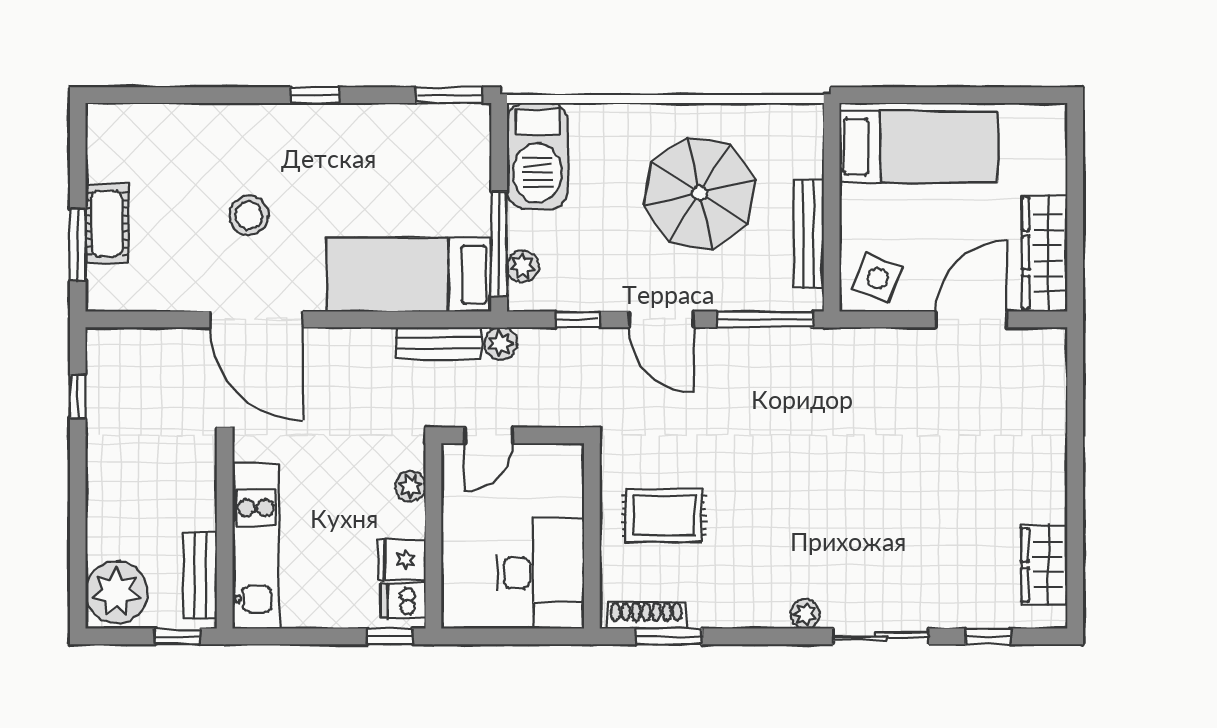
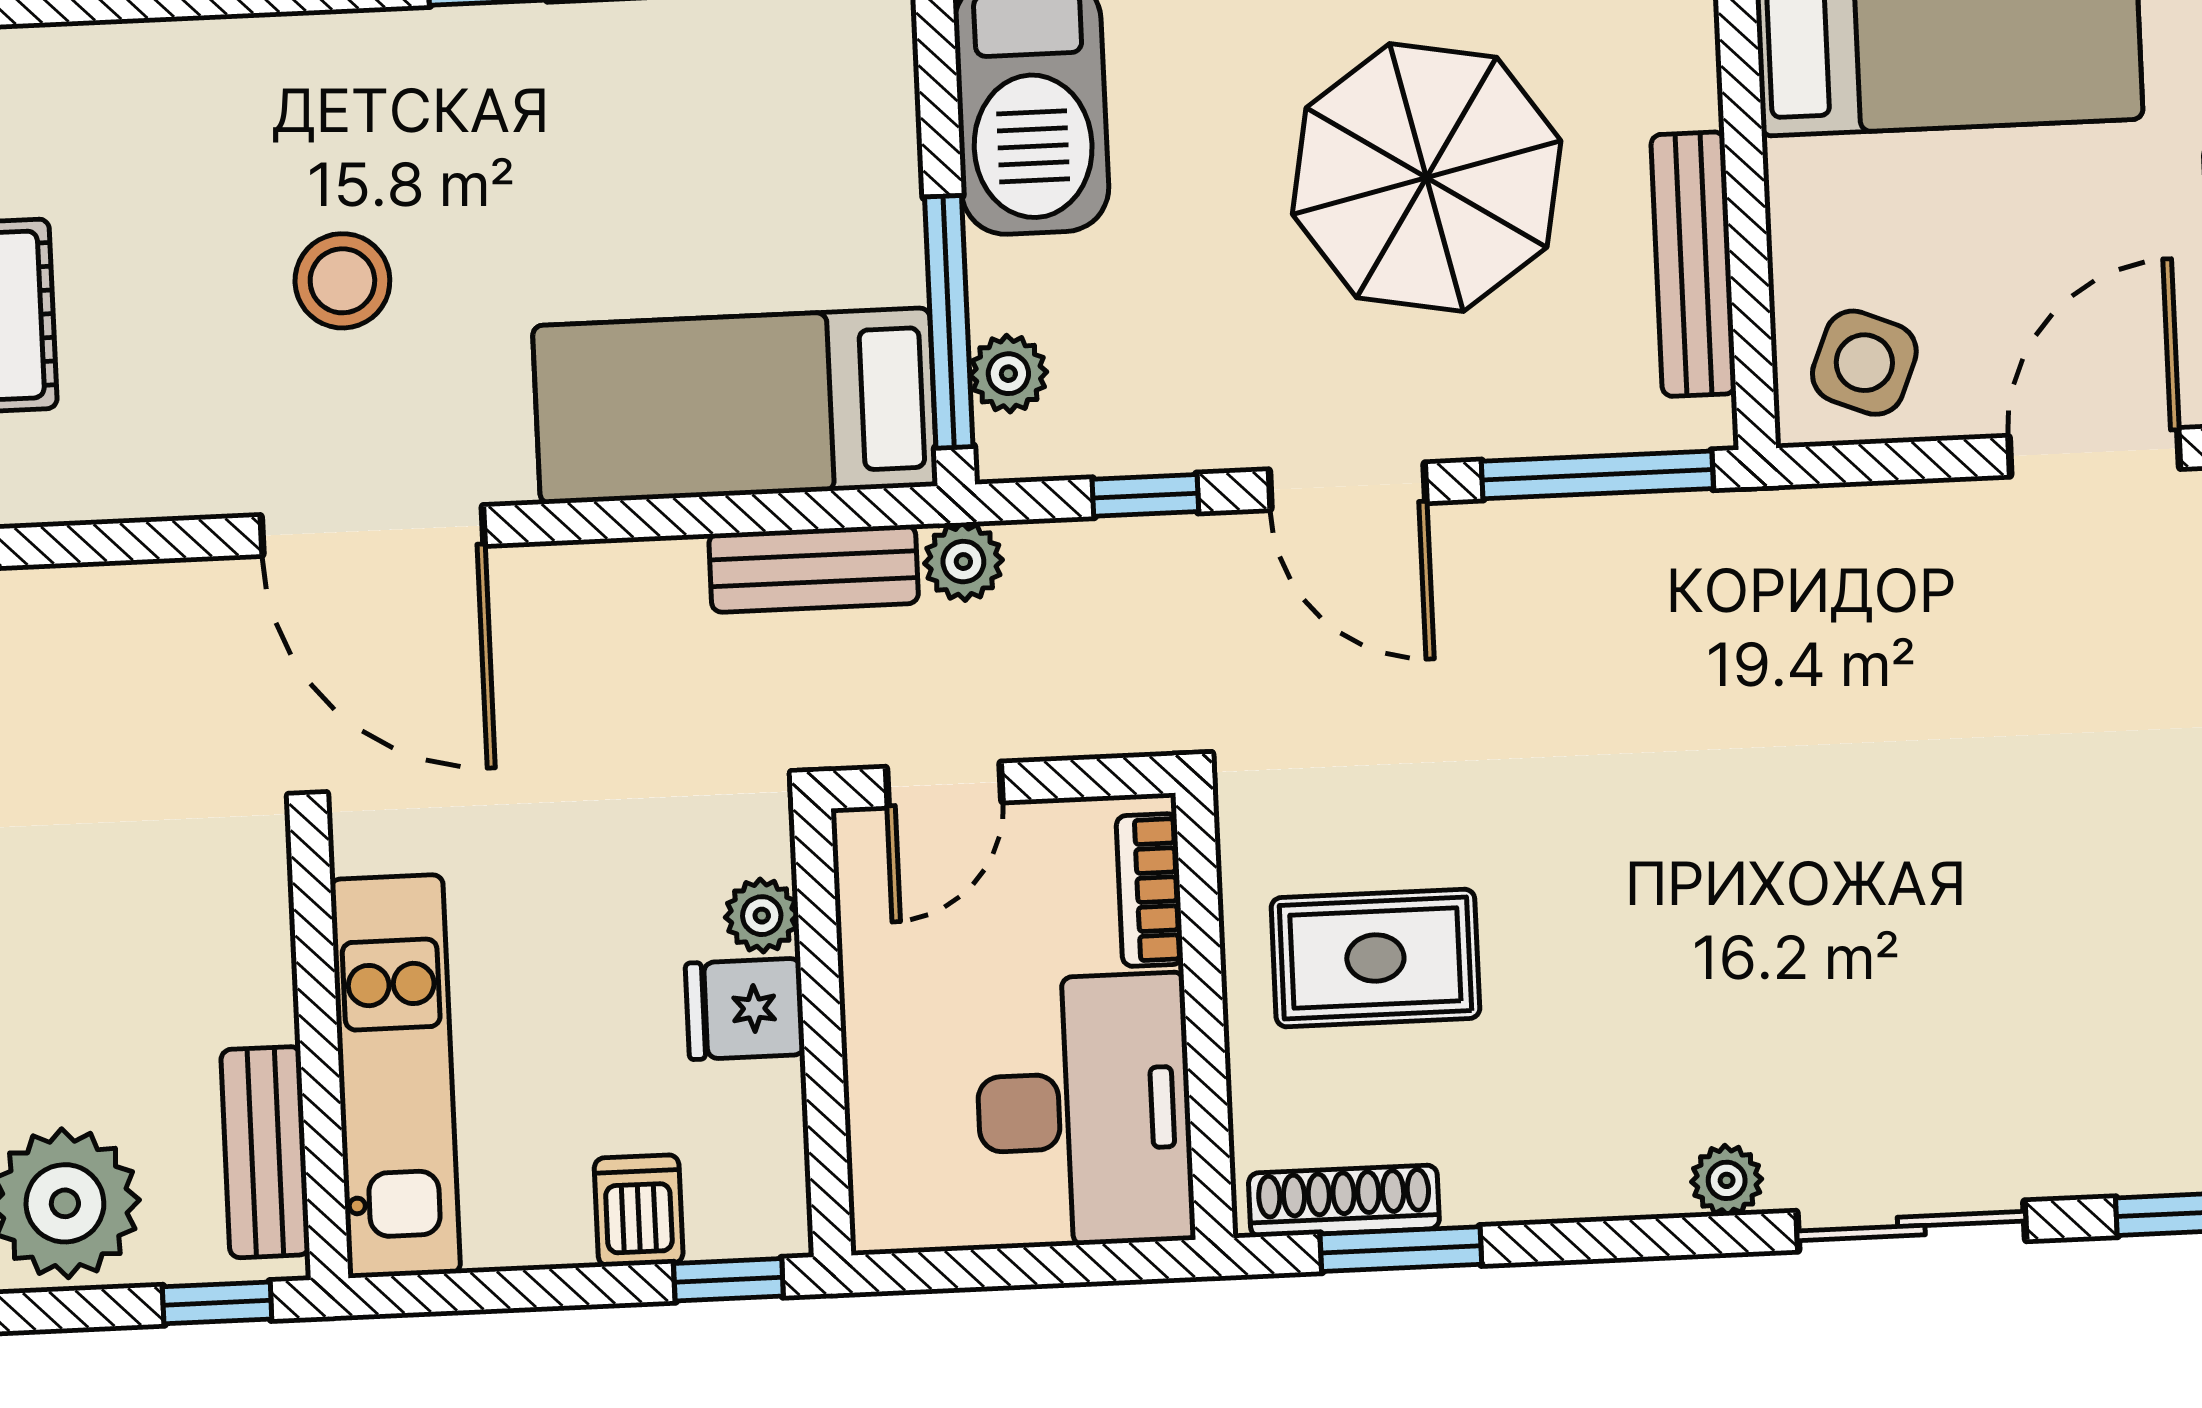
bookcase: (572, 483) -> (1150, 890), added
fridge: (402, 560) -> (745, 1009), moved
dishwasher: (403, 601) -> (639, 1211), moved, turned 90

